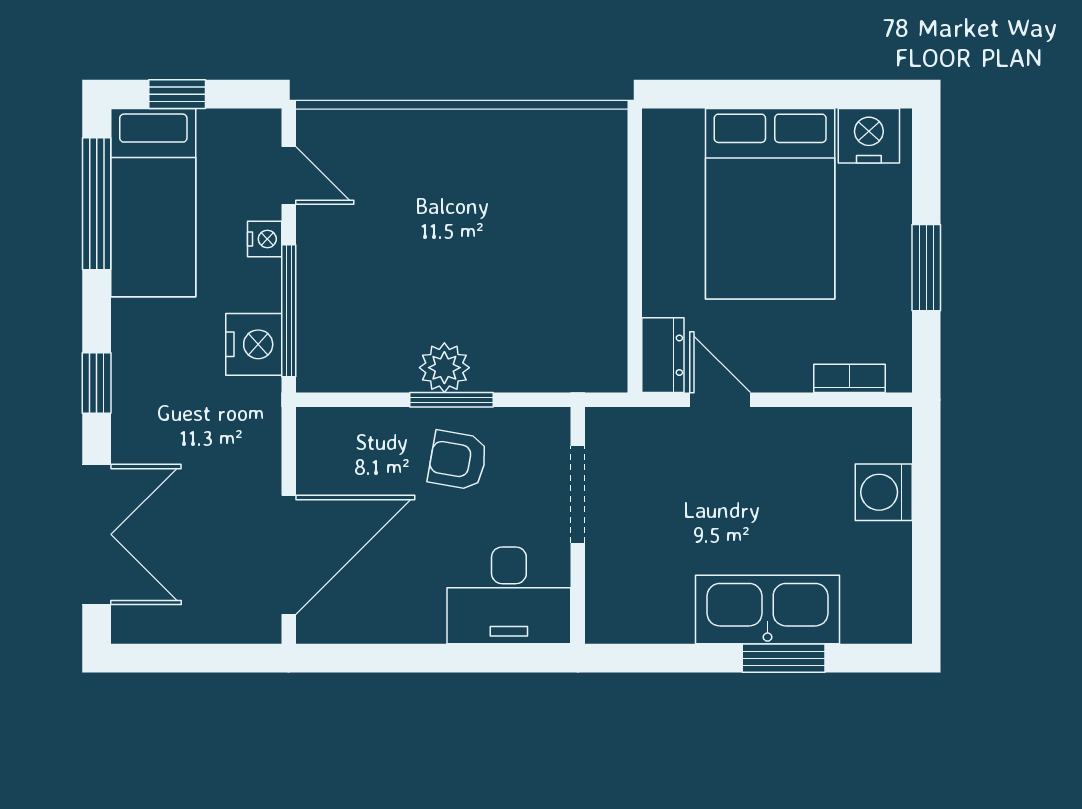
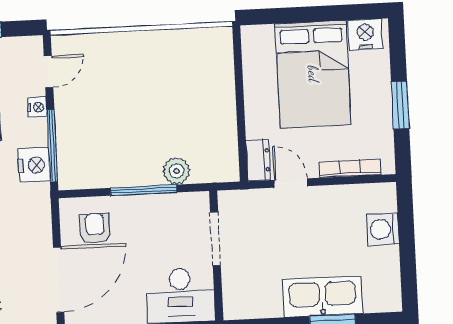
door: (289, 175) -> (49, 72), hinge flipped
plant: (444, 368) -> (176, 171), moved
bookcase: (849, 378) -> (350, 168), width x1.56
window: (451, 400) -> (144, 190), width x1.44
armchair: (458, 460) -> (95, 228), moved, turned 80

